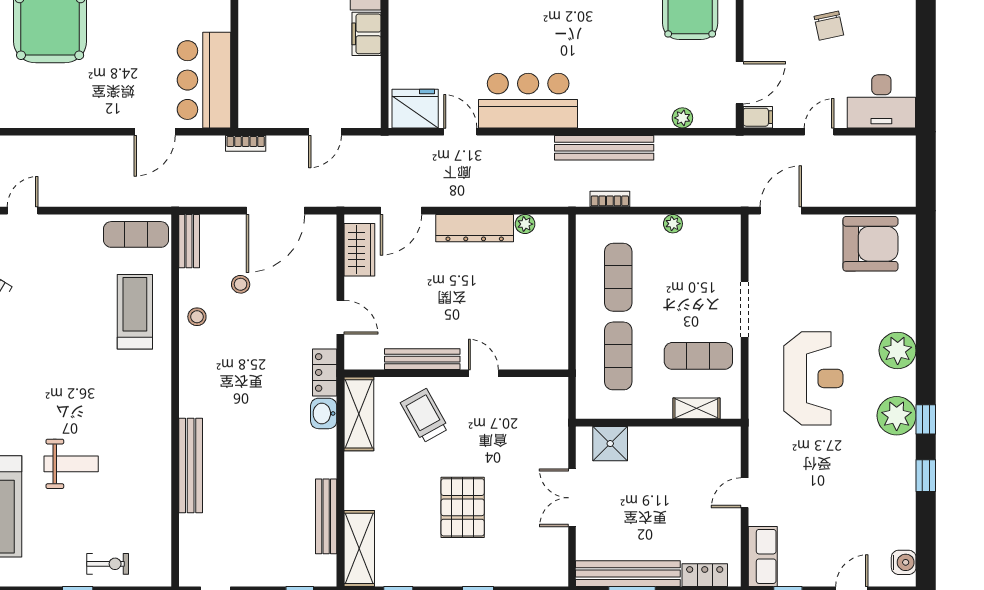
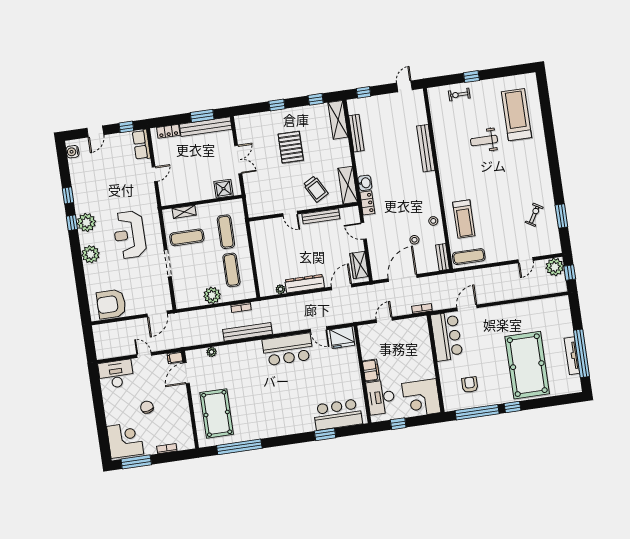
door: (819, 132) -> (144, 355), swing flipped
plant: (673, 224) -> (212, 295), width x1.87, depth x1.87

